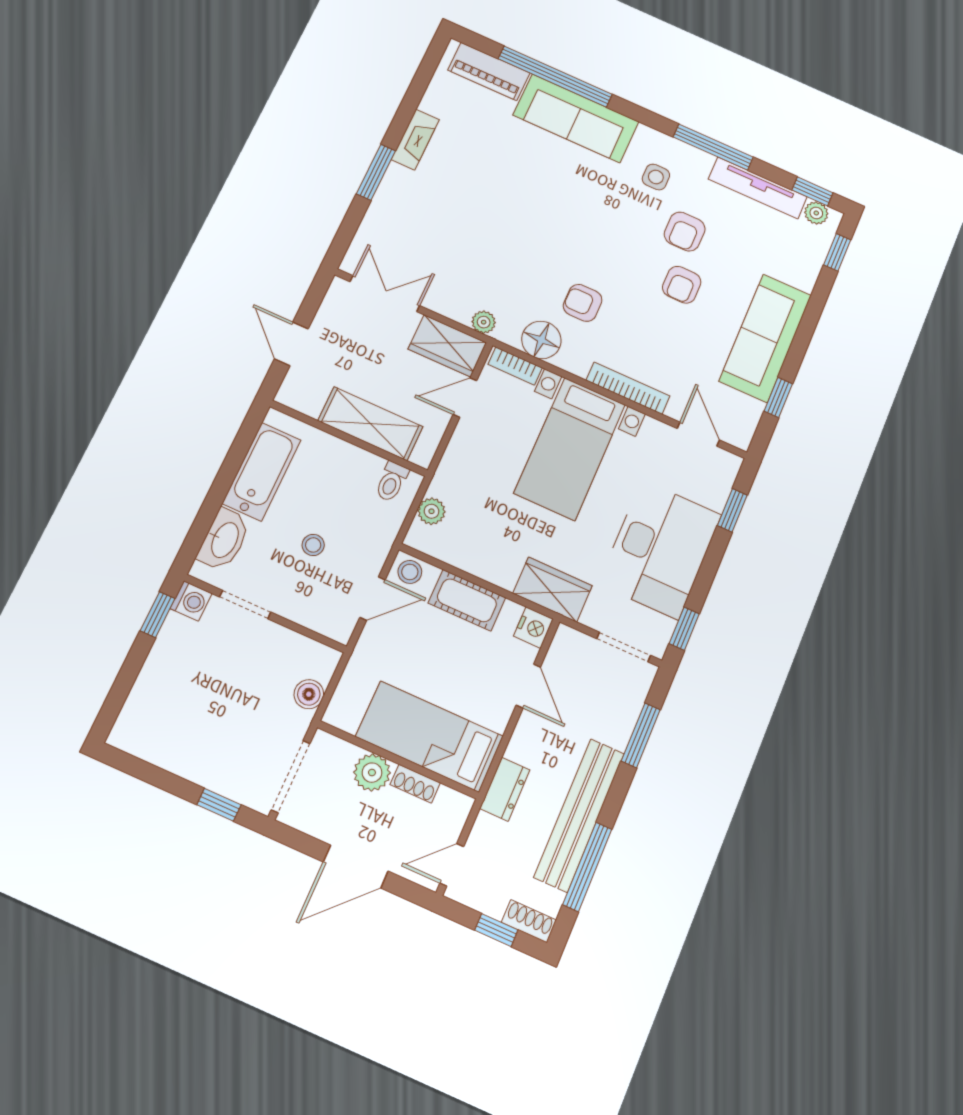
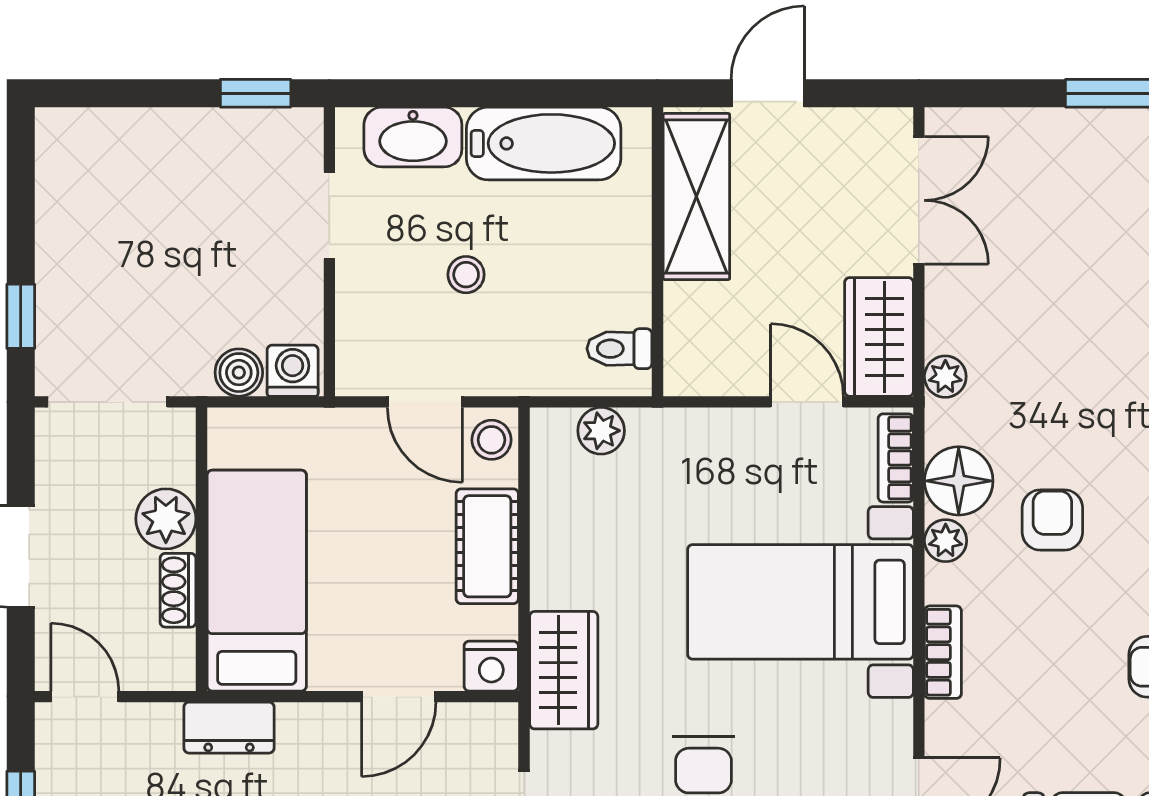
plant: (570, 361) -> (946, 541), added
bookcase: (628, 388) -> (943, 652), width x0.64
shelving: (370, 424) -> (696, 197), moved
washing machine: (191, 601) -> (293, 371), moved, turned 180

